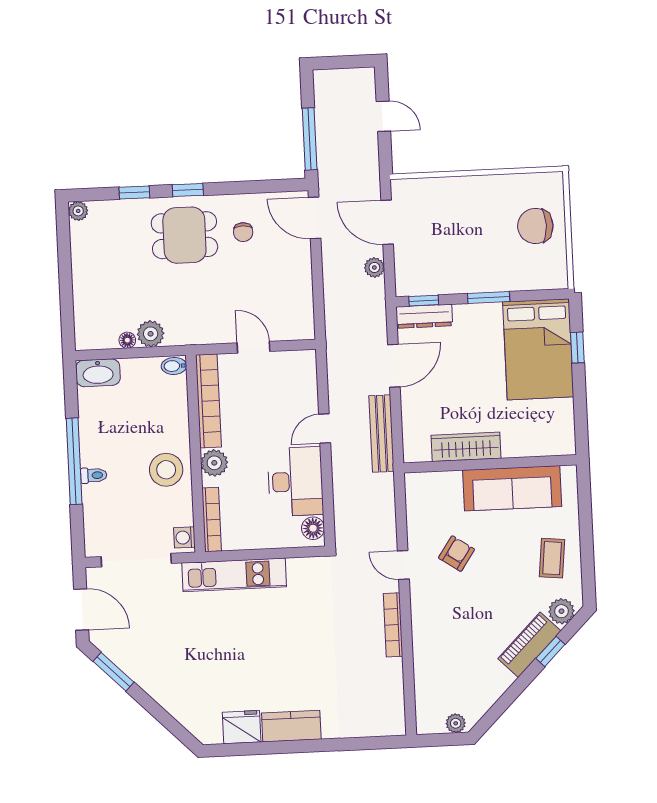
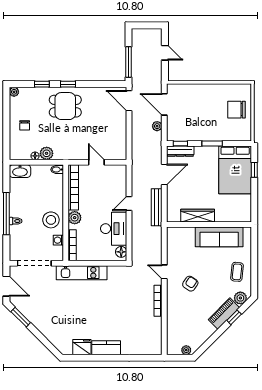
chair: (243, 232) -> (25, 125), moved
washing machine: (184, 537) -> (58, 240), moved
armchair: (457, 554) -> (190, 284), moved

